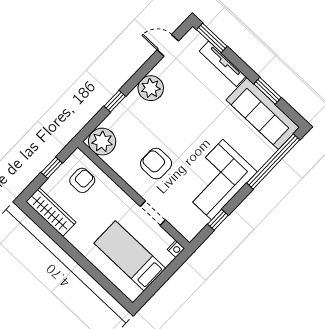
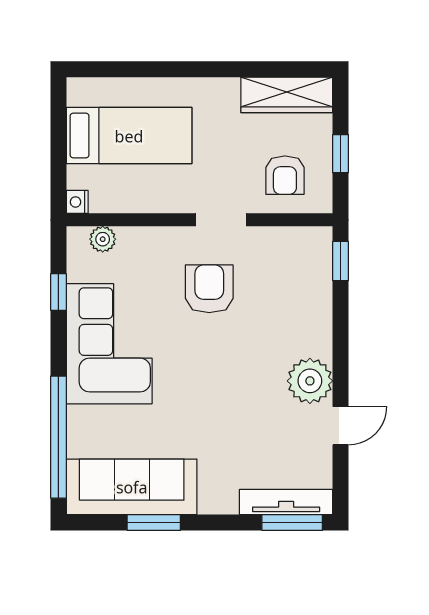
door: (168, 45) -> (341, 426), moved
tv unit: (223, 64) -> (286, 502), moved
window: (115, 101) -> (341, 261), moved
plant: (102, 142) -> (103, 239), moved, width x0.53, depth x0.53
armchair: (156, 164) -> (209, 289), turned -90
doorway: (153, 213) -> (221, 220), moved

